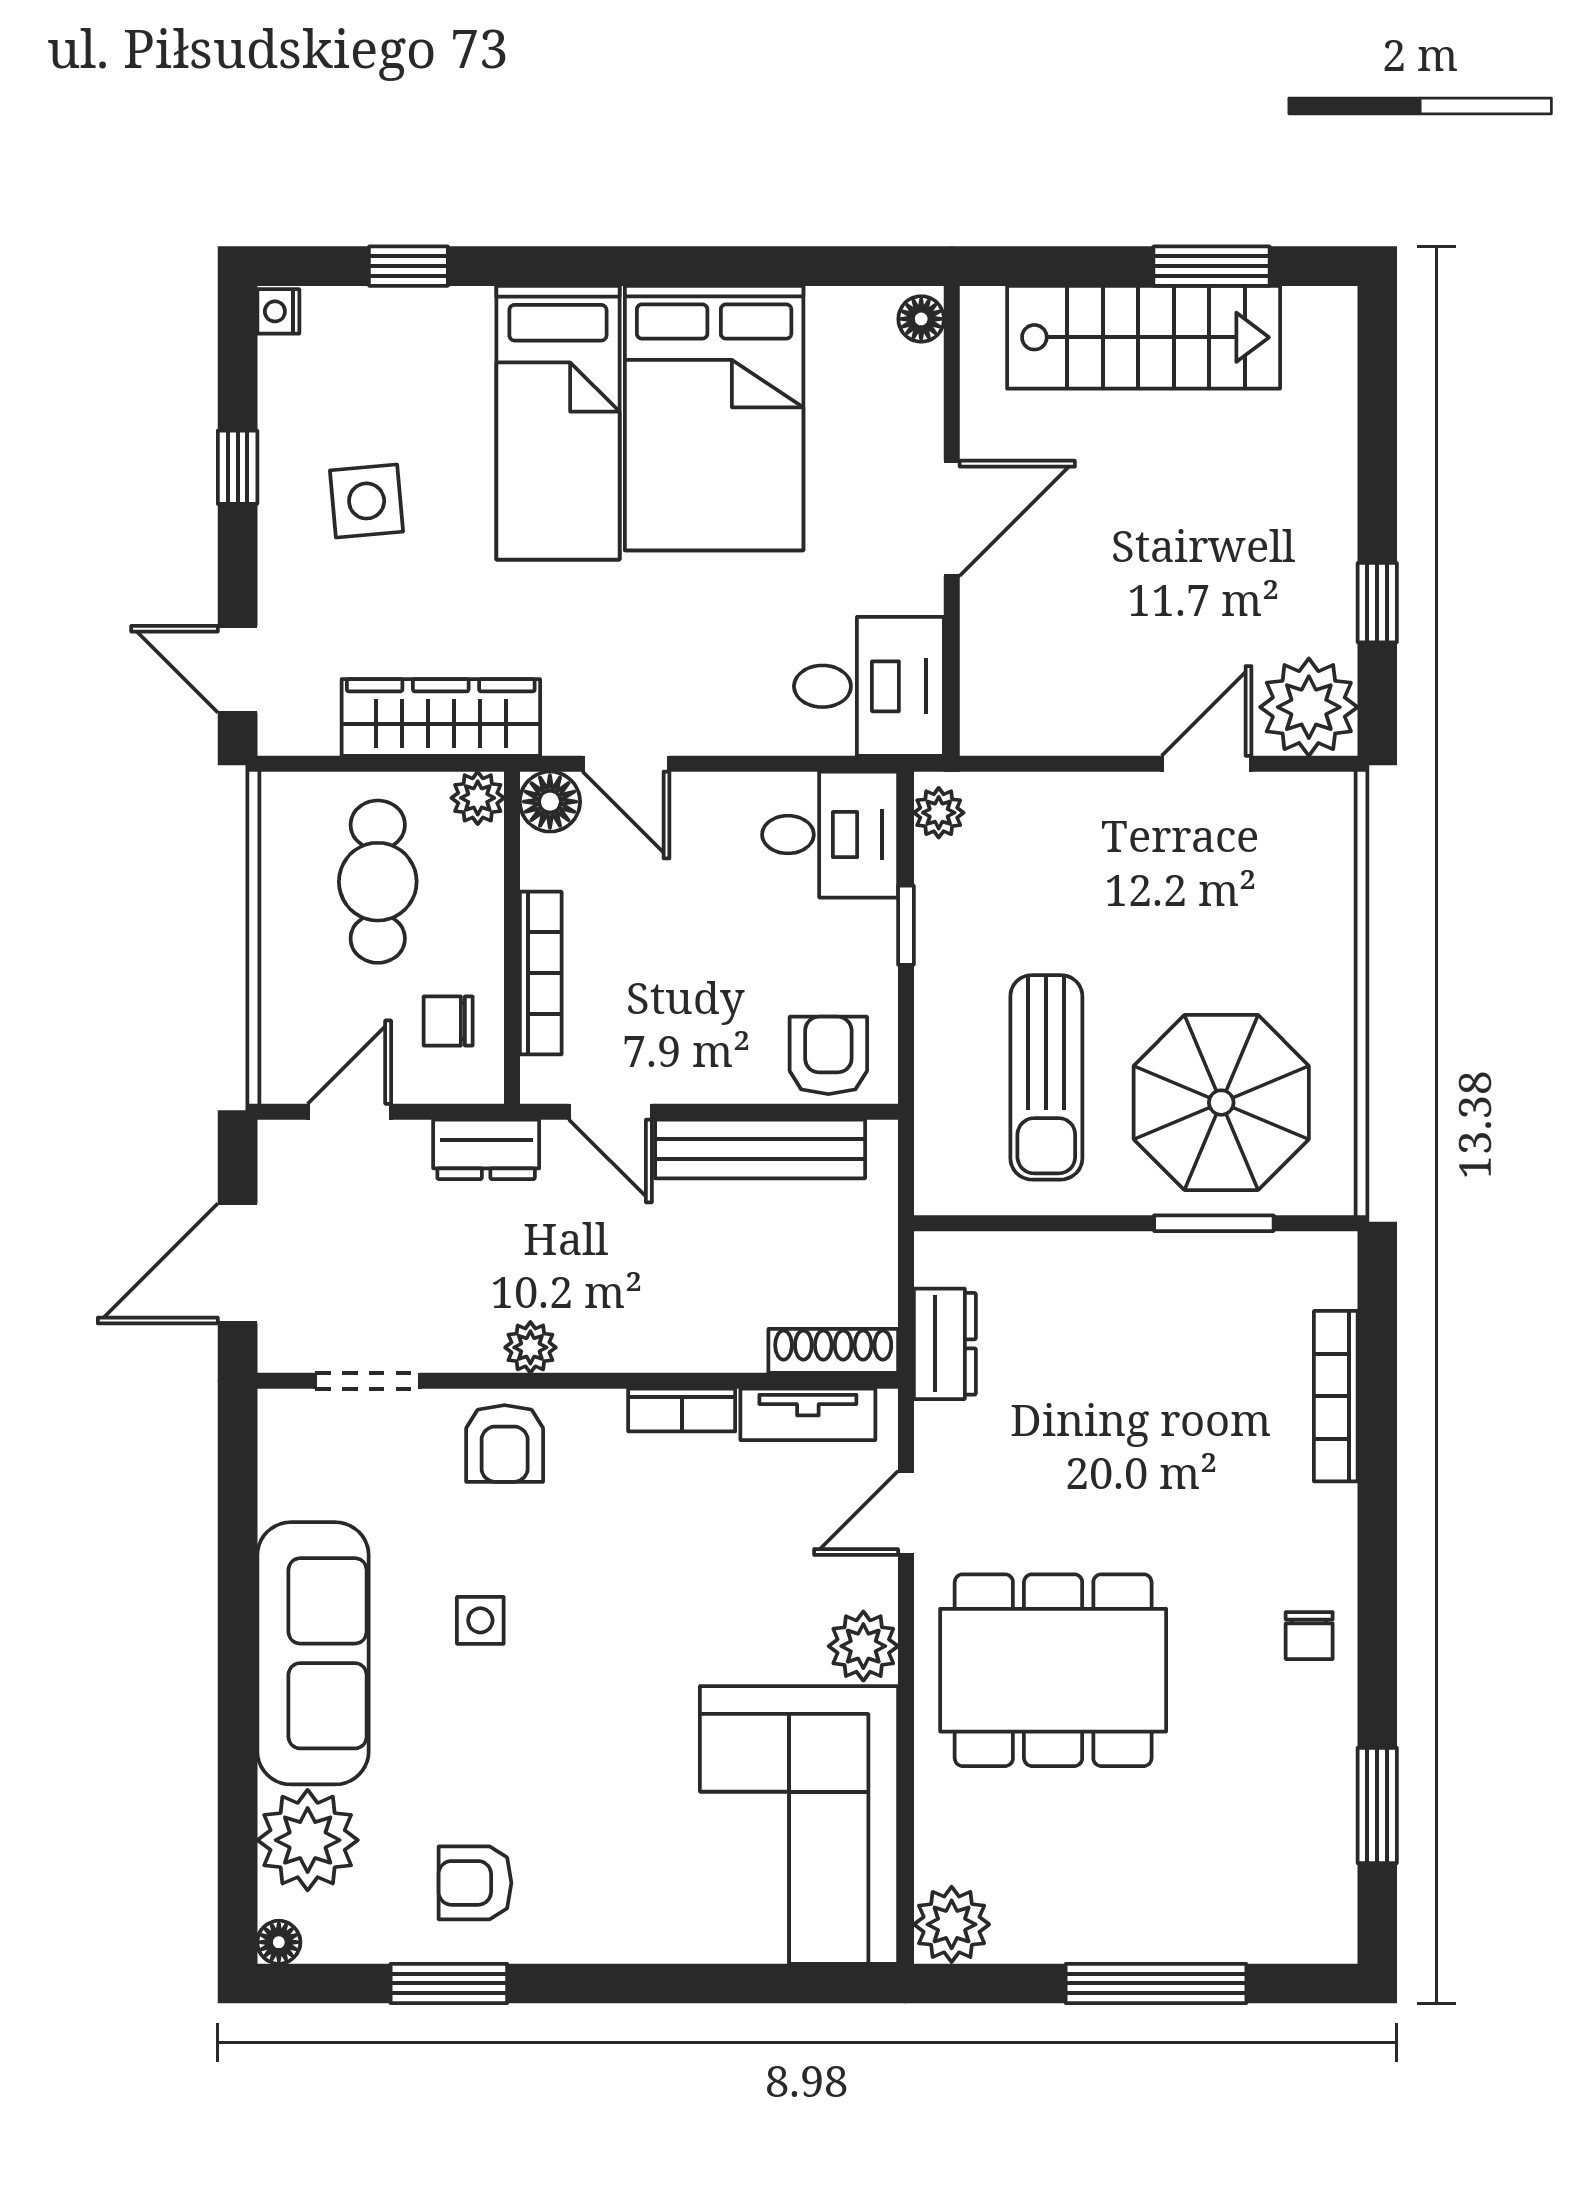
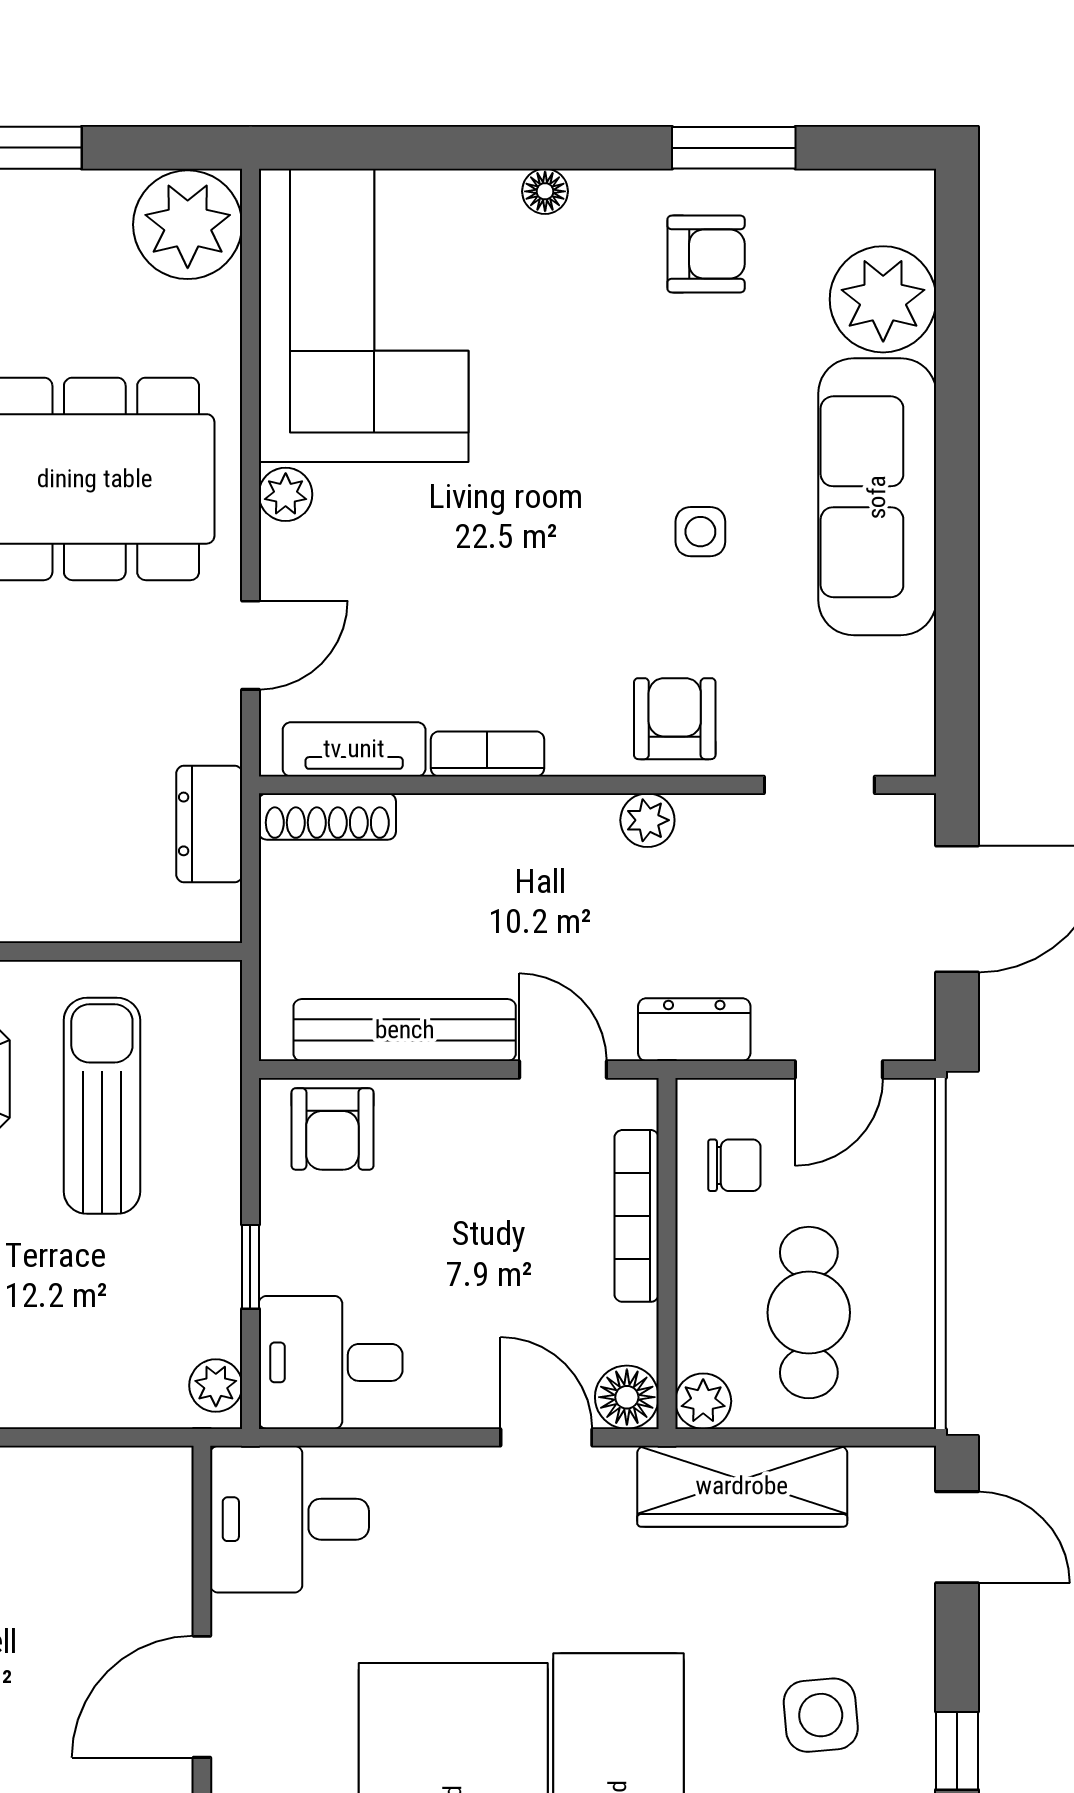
plant: (863, 1646) -> (286, 494), width x0.73, depth x0.73
plant: (952, 1924) -> (188, 225), width x1.36, depth x1.36
floor lamp: (279, 1942) -> (545, 191), moved

